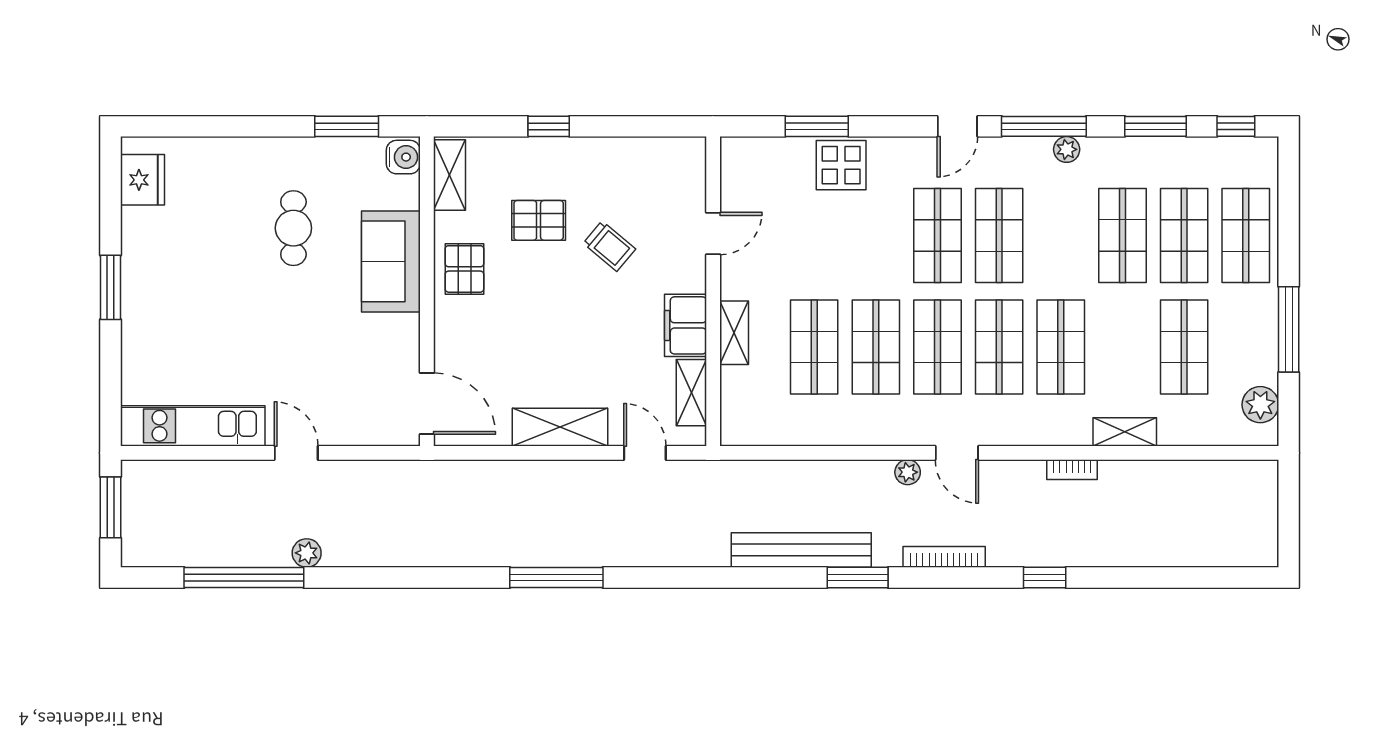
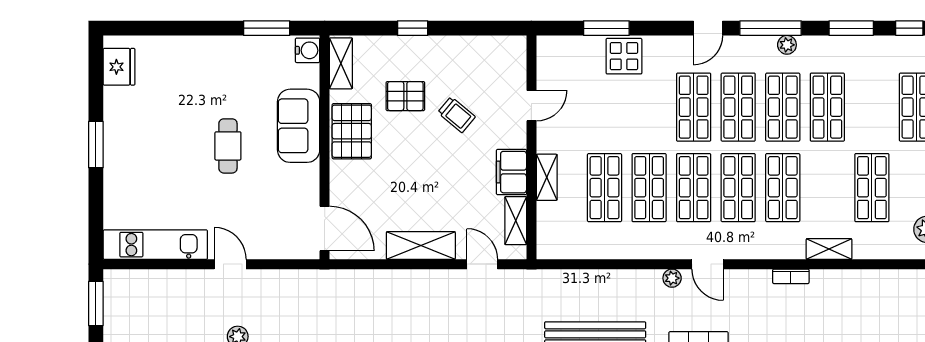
cafe table: (293, 228) -> (228, 146), moved
shop shelf: (1184, 236) -> (783, 107), moved
pallet: (464, 269) -> (352, 131), width x1.50, depth x1.42

